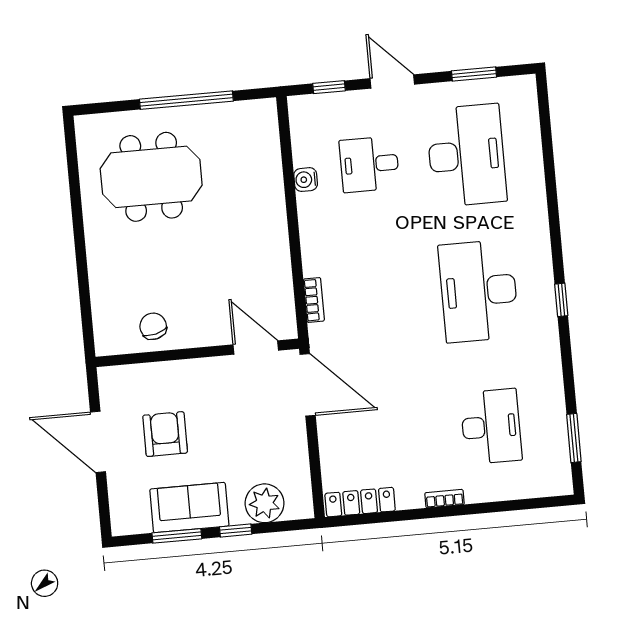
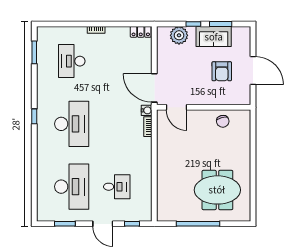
desk: (466, 155) -> (72, 187), turned 180
water cooler: (306, 180) -> (147, 110), moved
locker: (360, 502) -> (141, 32), width x0.66

